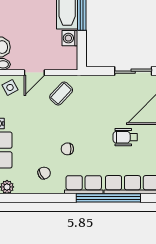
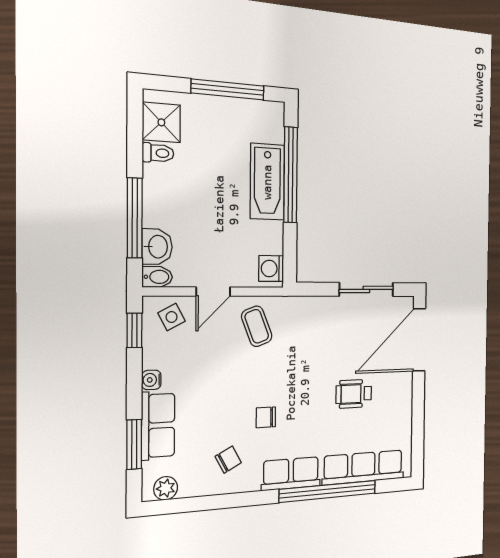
washing machine: (70, 38) -> (271, 269), moved
coffee table: (61, 94) -> (257, 326), turned -64

